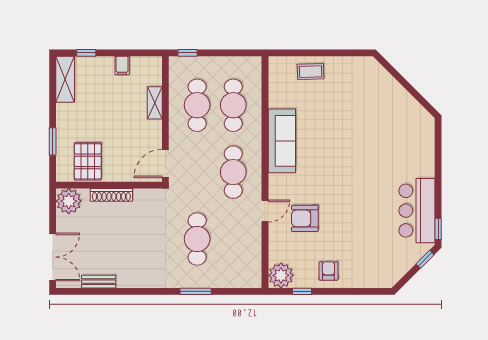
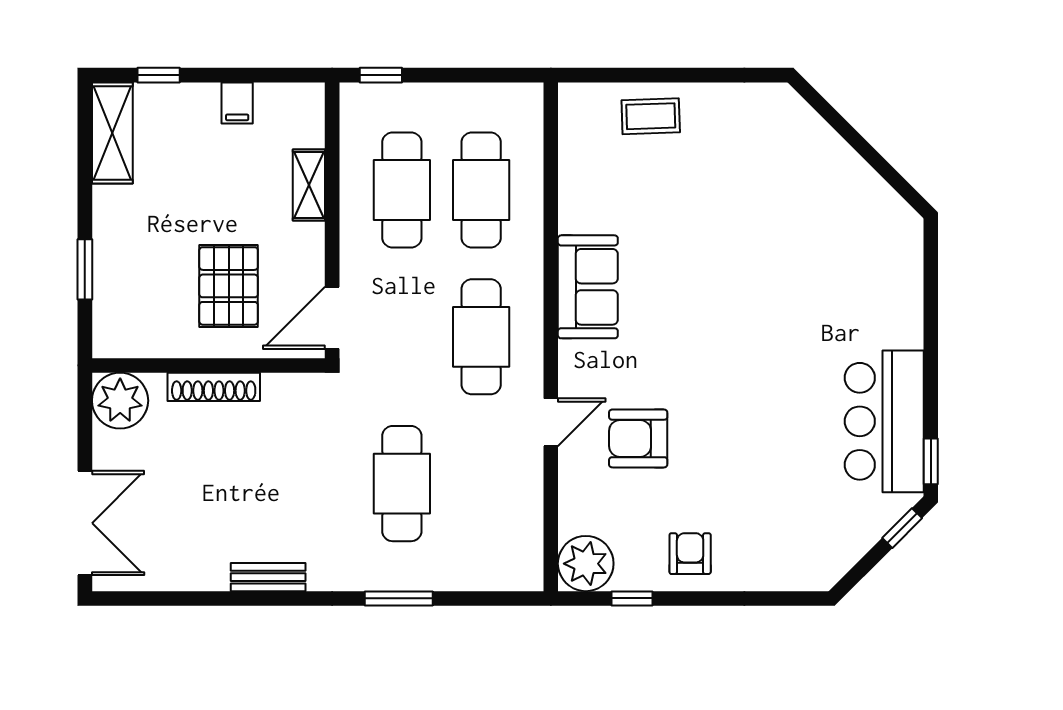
sofa: (282, 141) -> (588, 287), width x0.73
pallet: (88, 161) -> (229, 286), moved
bench: (99, 282) -> (268, 577), moved

